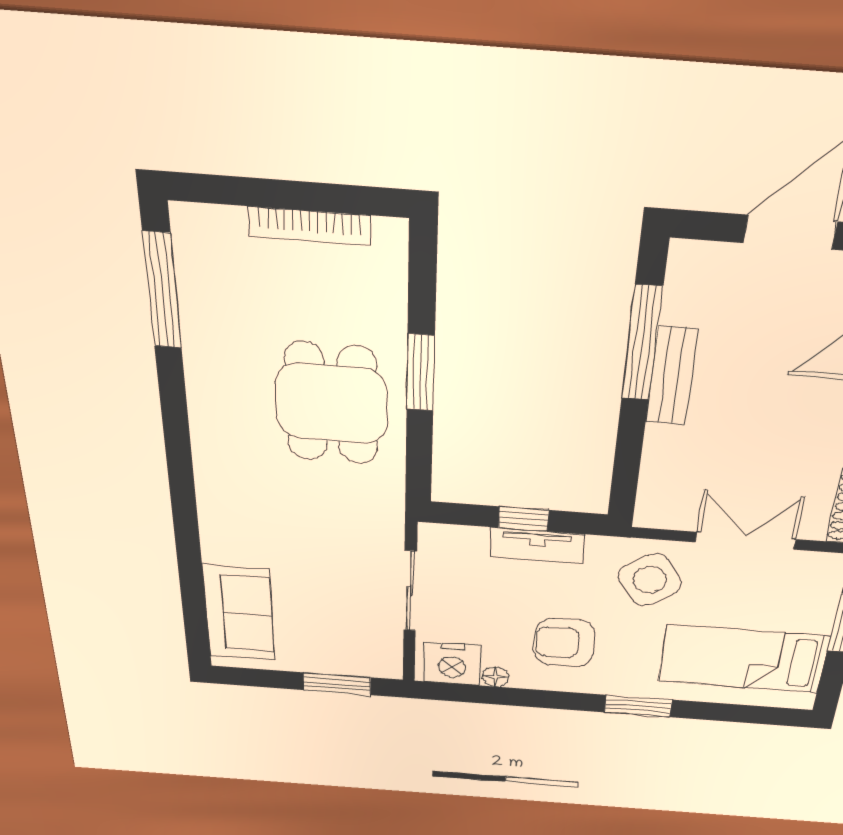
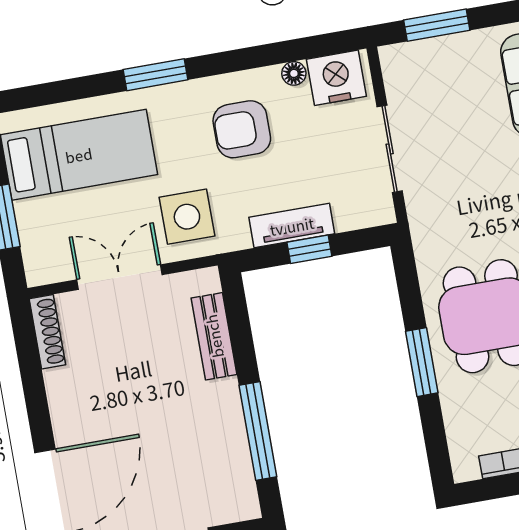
bench: (672, 376) -> (214, 336), moved
double door: (745, 541) -> (120, 277), swing flipped
side table: (650, 580) -> (187, 217), turned 35
armchair: (564, 643) -> (242, 129), turned 180

